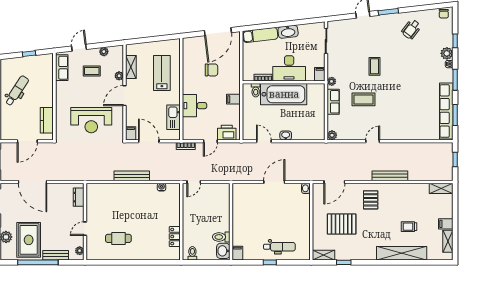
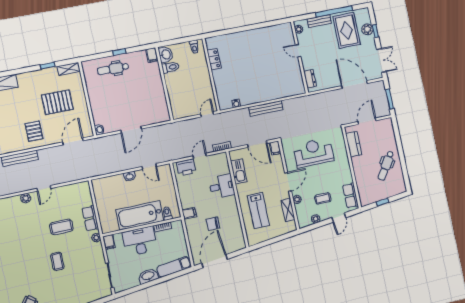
filing cabinet: (233, 99) -> (189, 213), moved
plant: (332, 135) -> (26, 198), moved
door: (85, 229) -> (298, 51), swing flipped
cafe table: (118, 238) -> (266, 48), removed

